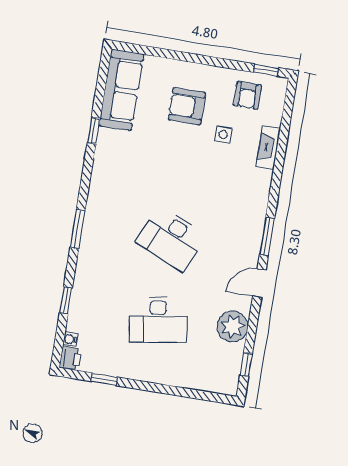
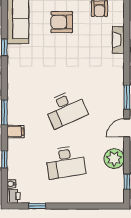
side table: (223, 135) -> (88, 36), removed
desk: (171, 239) -> (66, 109), turned -48
filing cabinet: (90, 261) -> (15, 132), added

